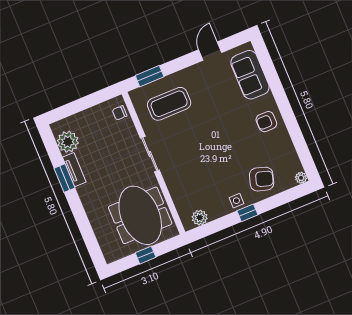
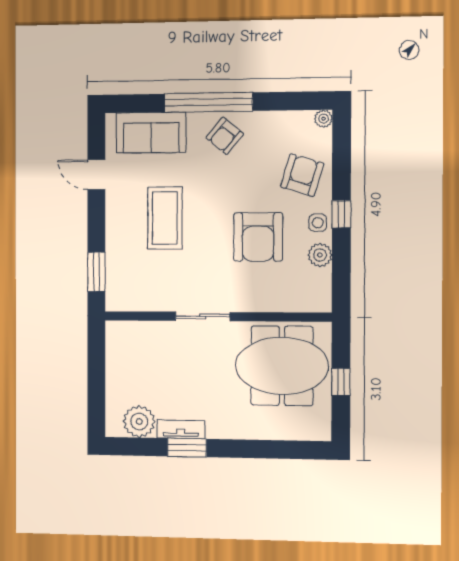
window: (283, 103) -> (208, 102), added
coffee table: (169, 104) -> (165, 218), moved
chair: (120, 113) -> (129, 334), removed
armchair: (266, 122) -> (225, 136), turned 40
armchair: (213, 168) -> (258, 237), added
plant: (200, 218) -> (320, 255), moved

